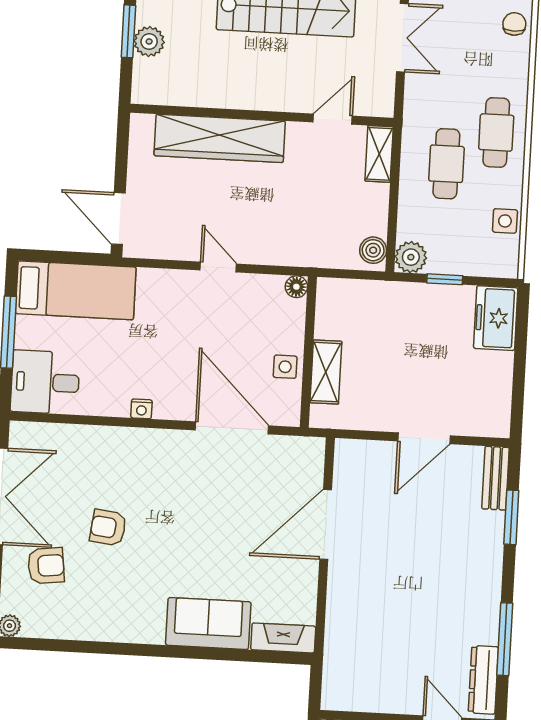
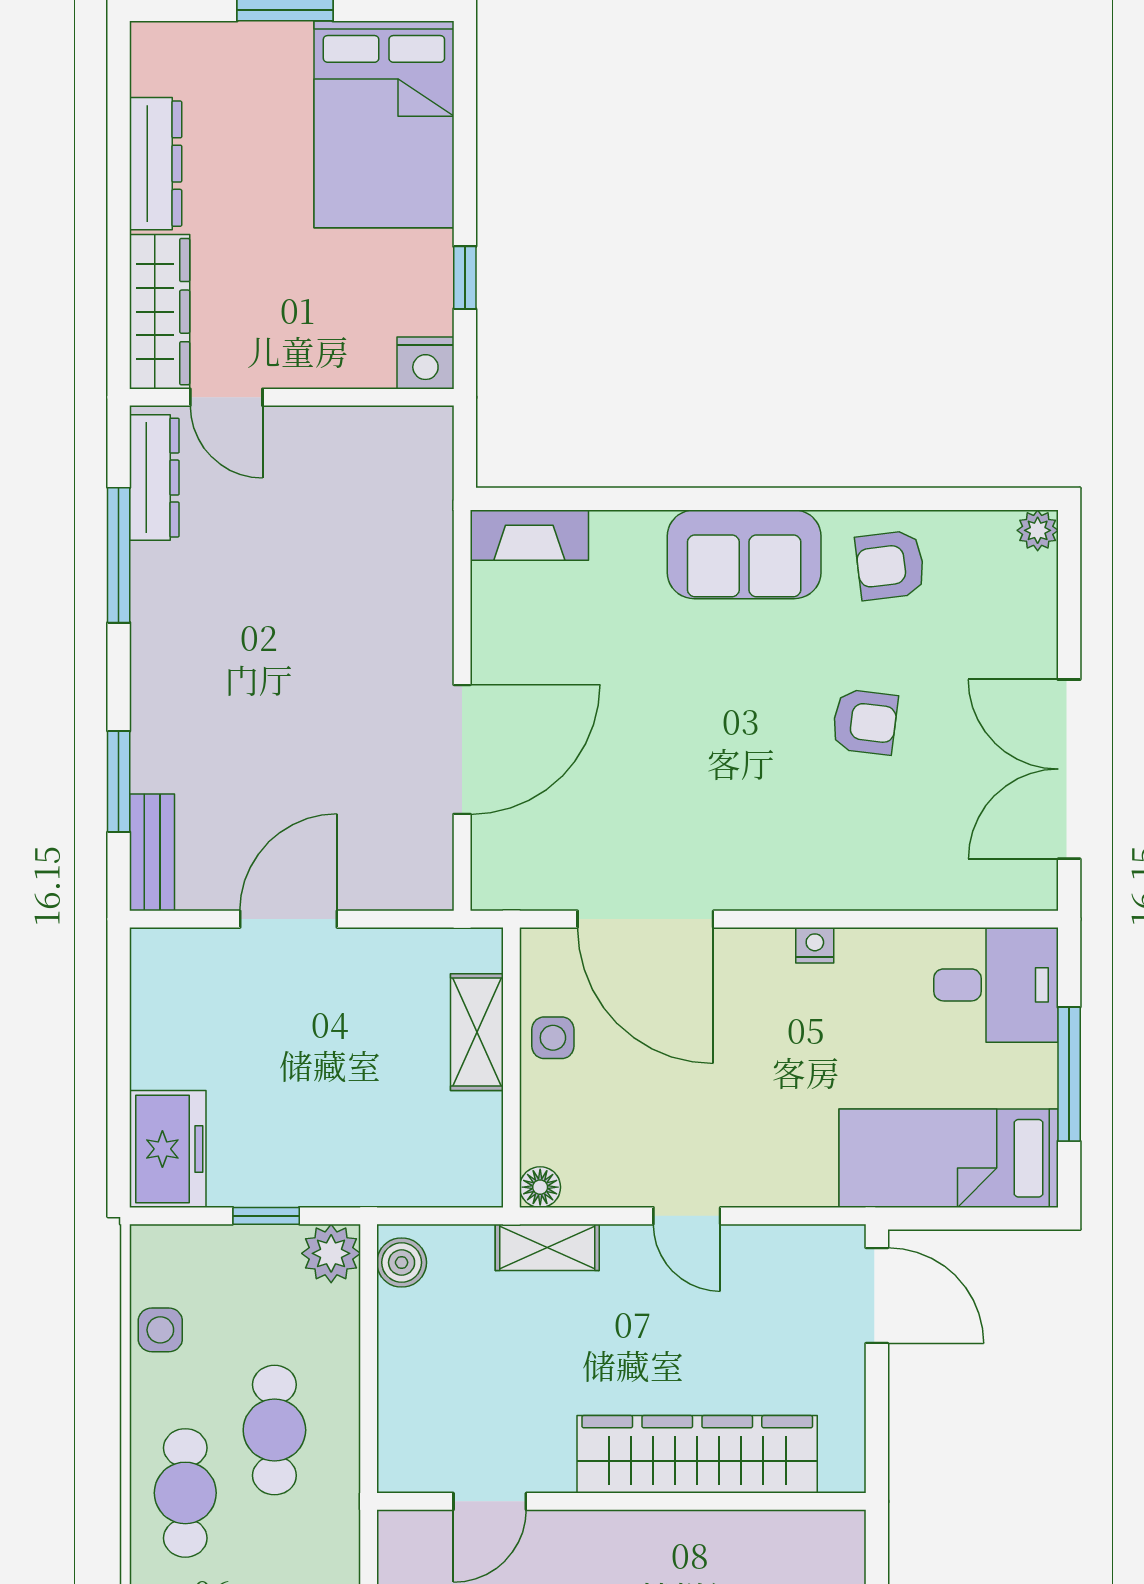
shelving: (379, 154) -> (547, 1247), moved, turned 90
armchair: (46, 566) -> (890, 565), moved
sofa: (208, 623) -> (744, 554), moved

